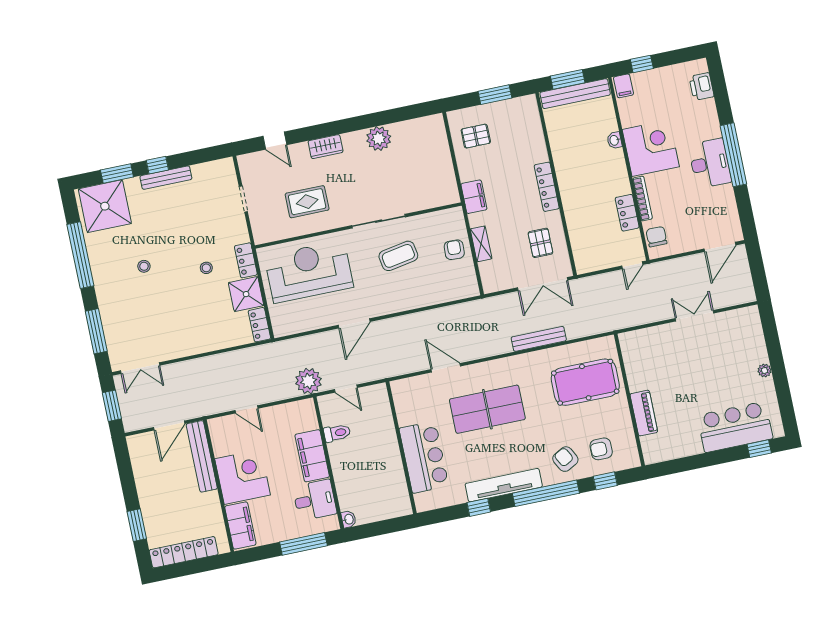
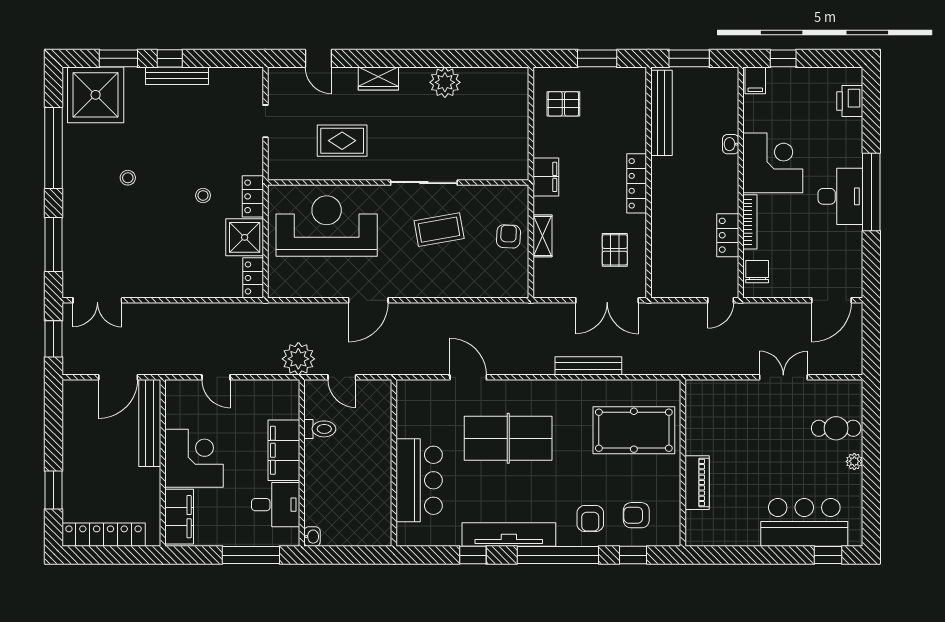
bench: (575, 94) -> (661, 113), moved, turned 90
cafe table: (745, 347) -> (836, 428), added
armchair: (565, 459) -> (590, 518), turned -152

